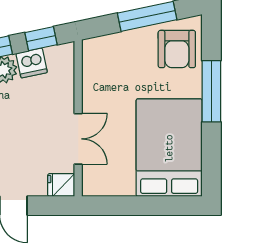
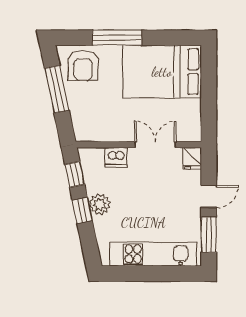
armchair: (177, 49) -> (83, 65), turned 90
dishwasher: (32, 63) -> (116, 157), moved, turned 102

